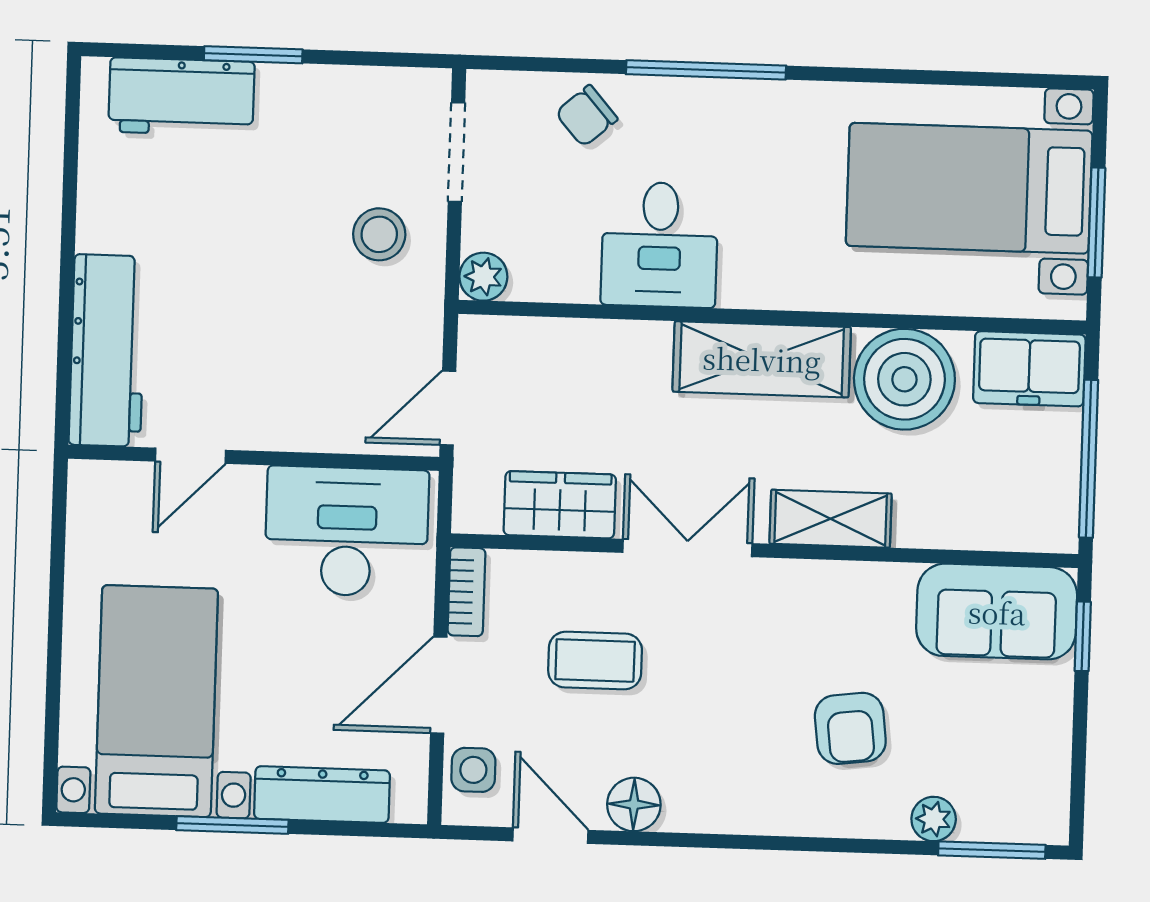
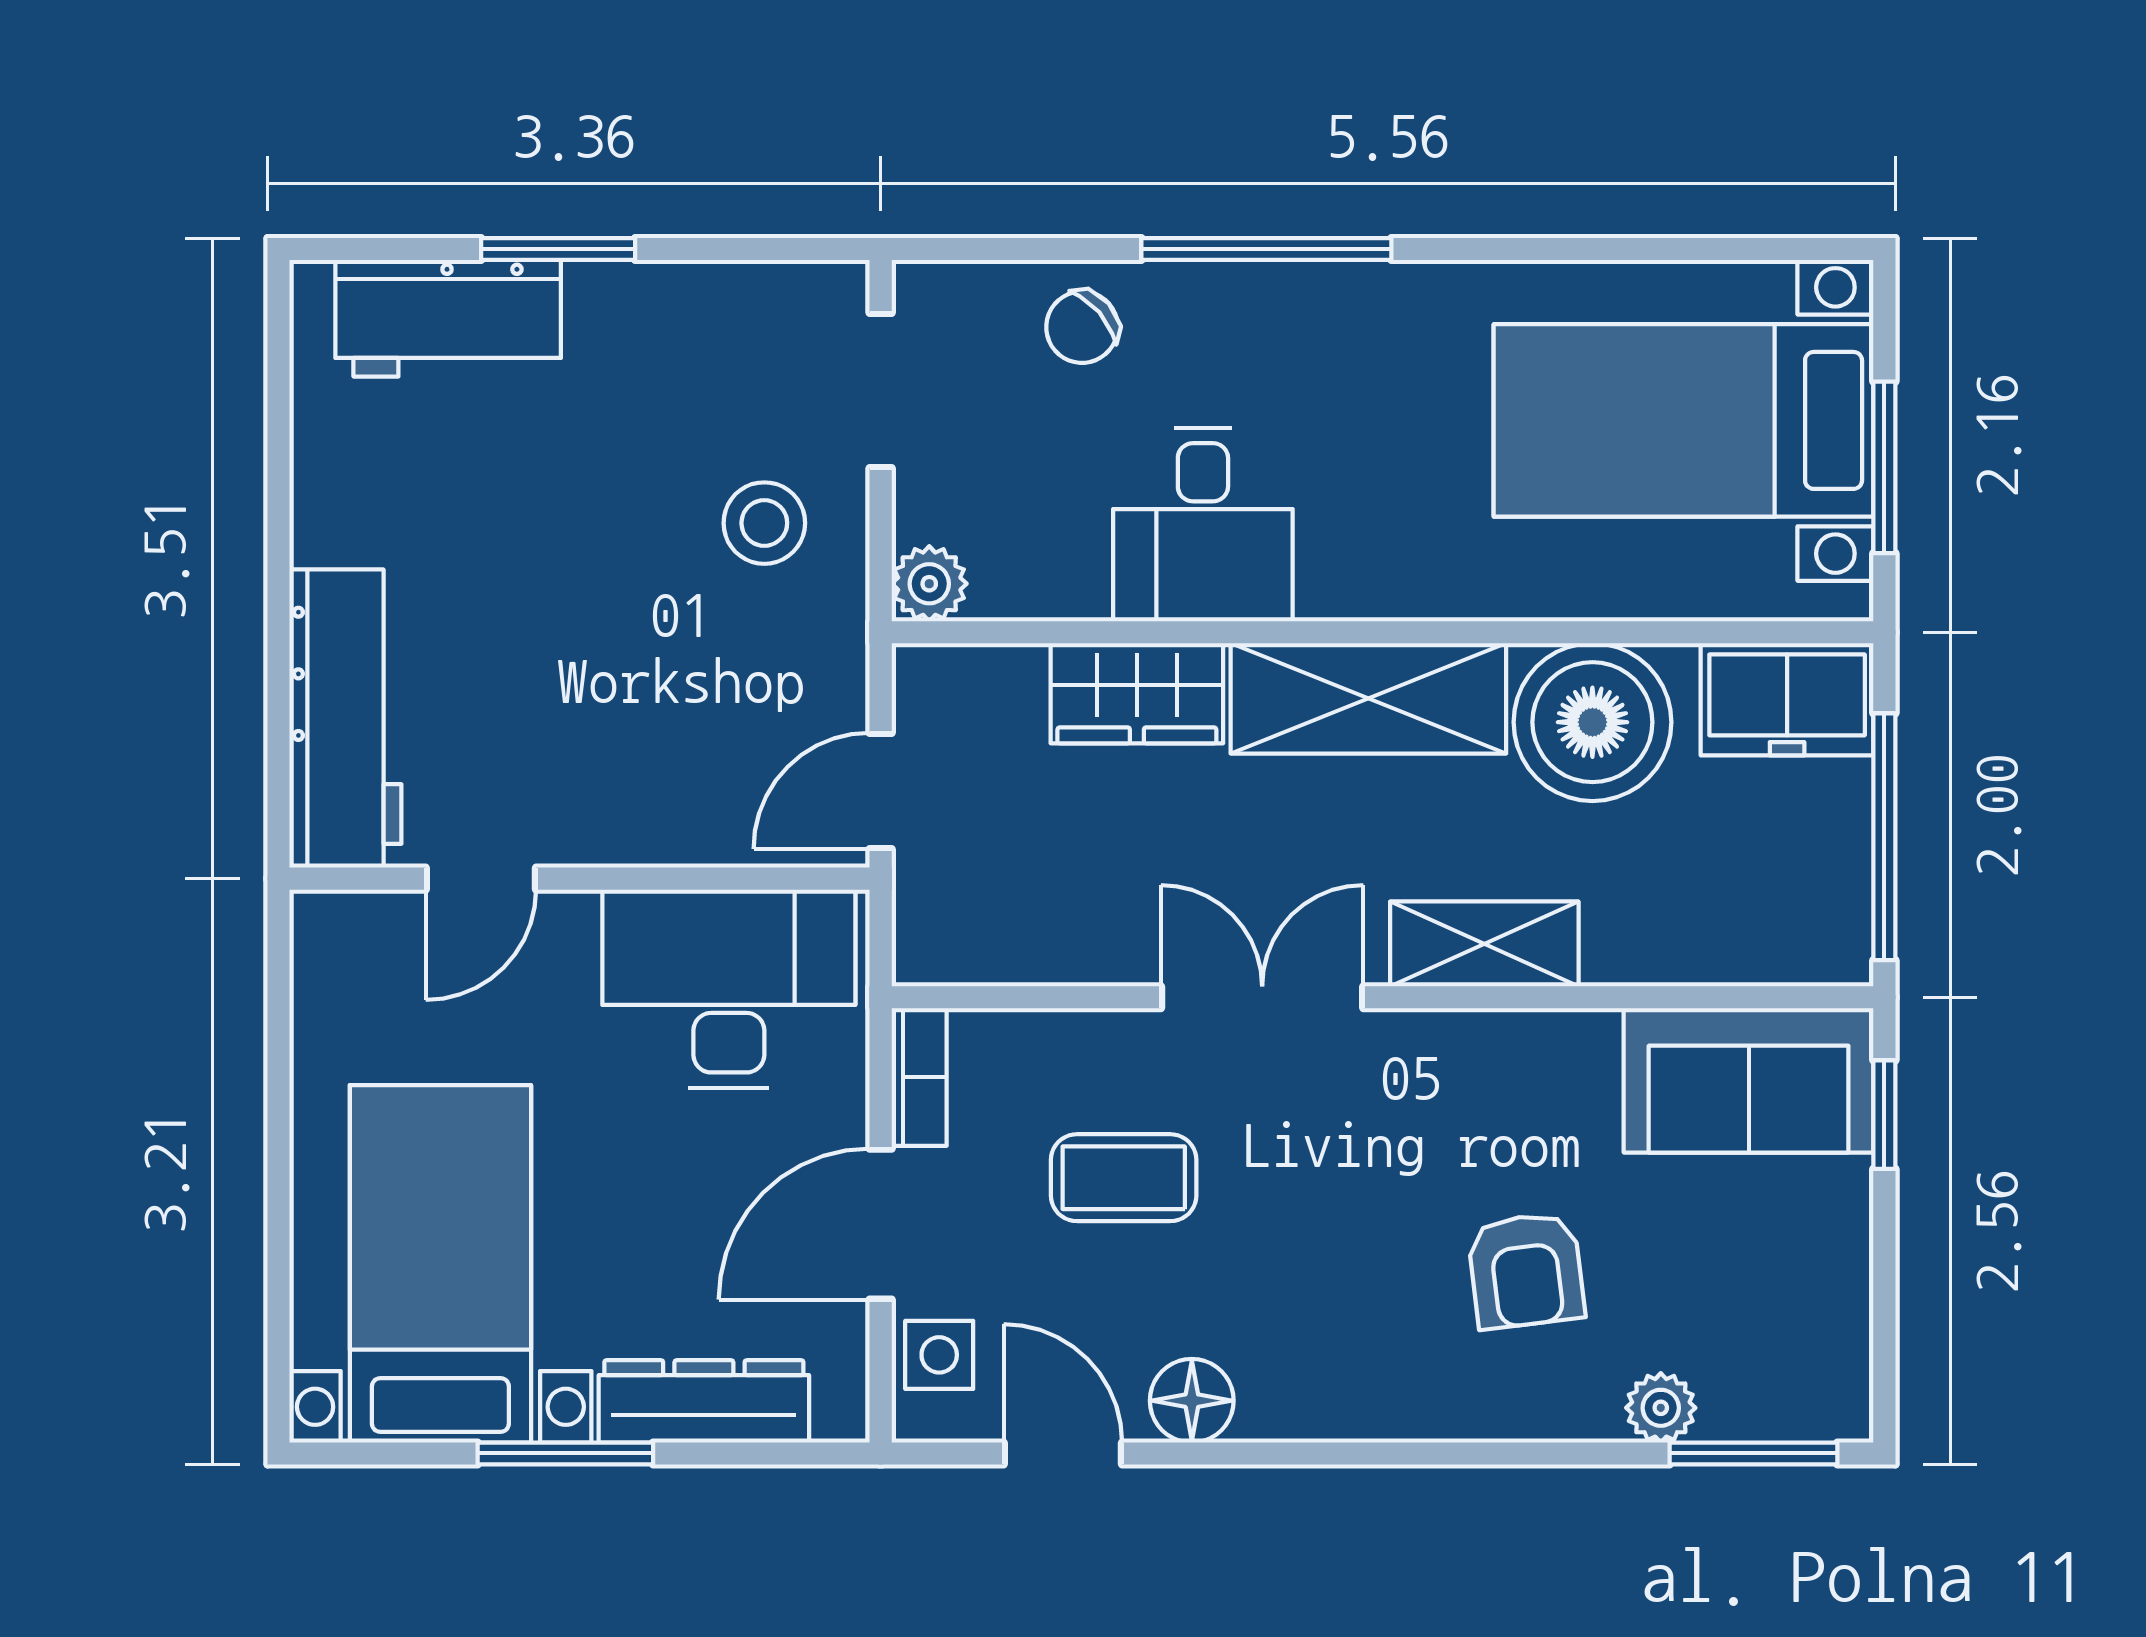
wardrobe: (560, 505) -> (1137, 693), moved, turned 180

